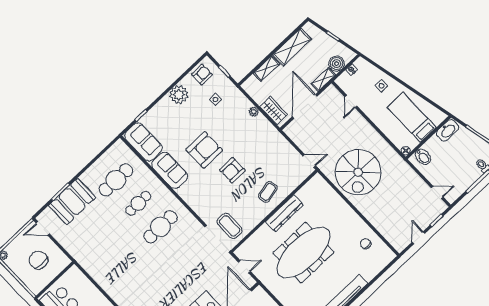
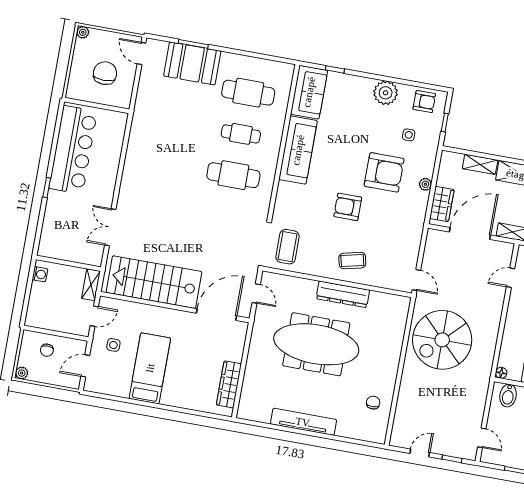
armchair: (204, 150) -> (384, 172), moved
sofa: (170, 170) -> (298, 150), width x1.36

